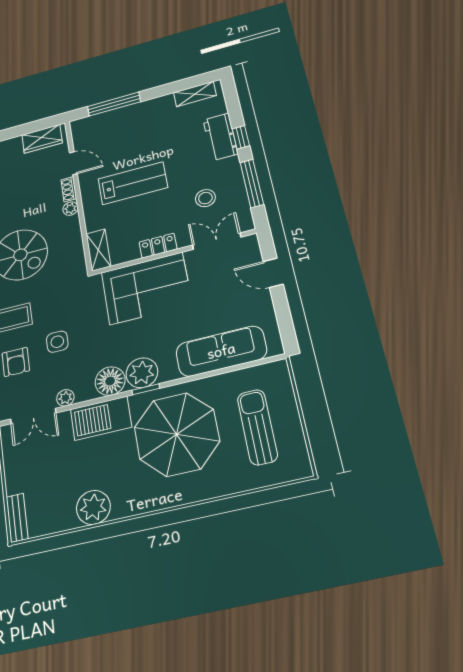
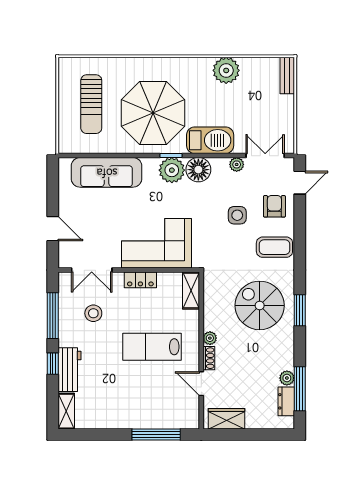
shelving: (195, 94) -> (66, 411), moved, turned 90

